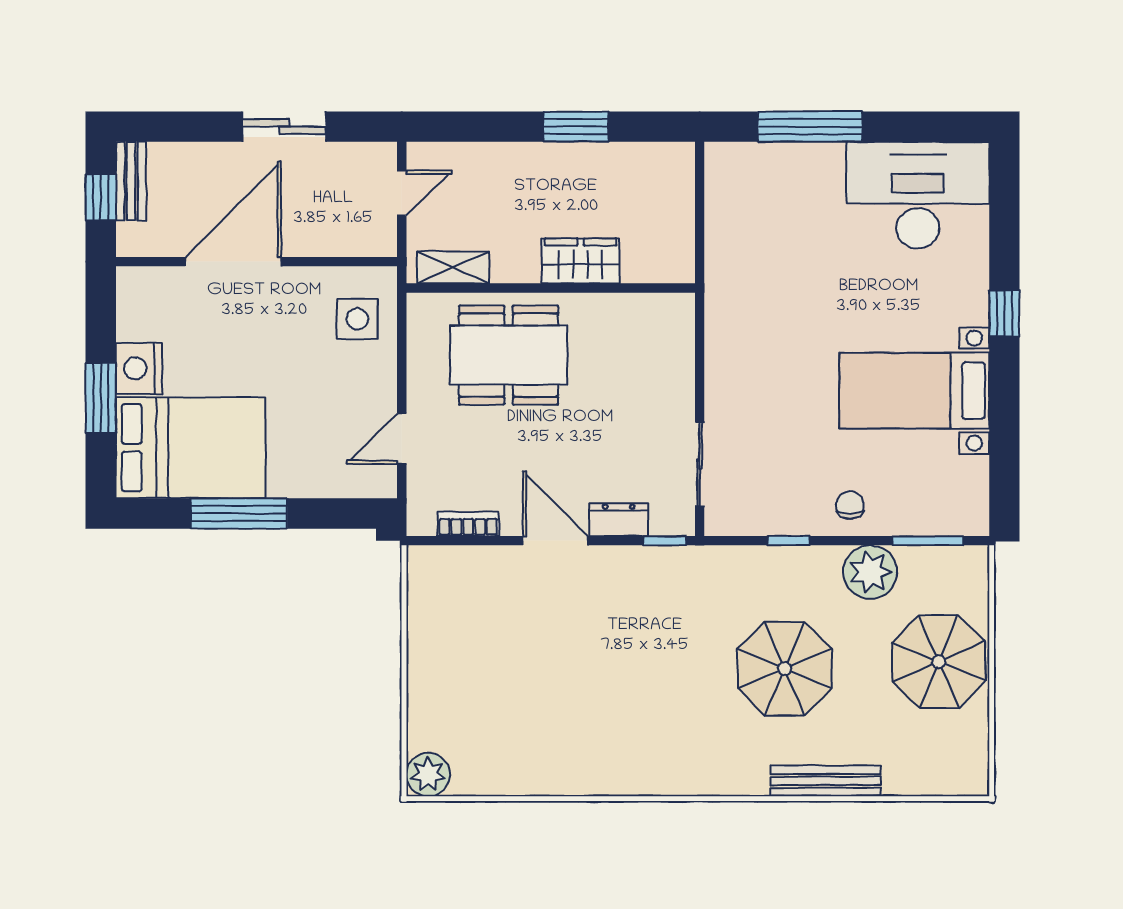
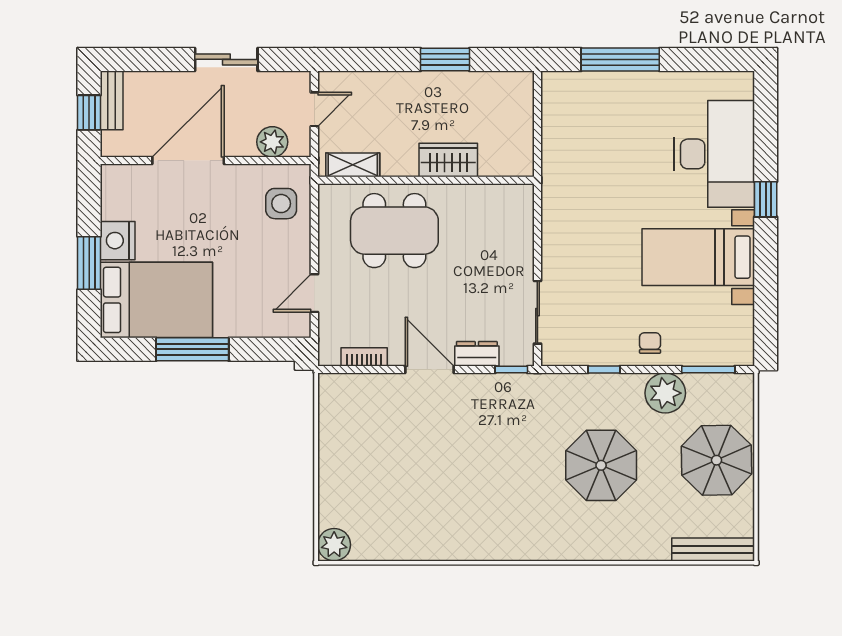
desk: (918, 195) -> (714, 154), moved, turned 90
plant: (346, 237) -> (272, 142), added
bench: (826, 781) -> (713, 549), moved

